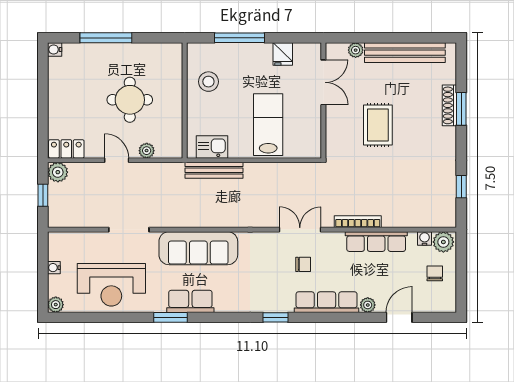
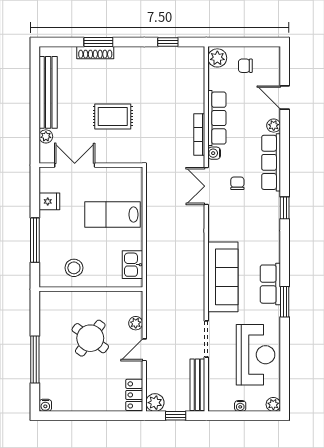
round table: (130, 100) -> (90, 338), turned 36
bench: (214, 170) -> (197, 385), moved
water cooler: (425, 238) -> (214, 153), moved

